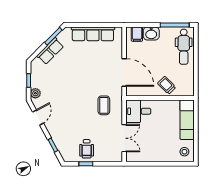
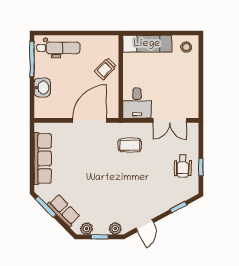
filing cabinet: (137, 34) -> (43, 105), removed
plant: (35, 70) -> (87, 229), added
door: (38, 118) -> (145, 225), swing flipped
double door: (124, 138) -> (170, 120), swing flipped
wheelchair: (87, 149) -> (183, 166), turned 90

